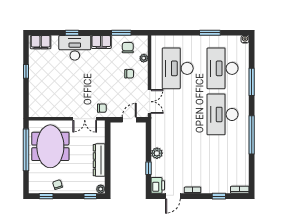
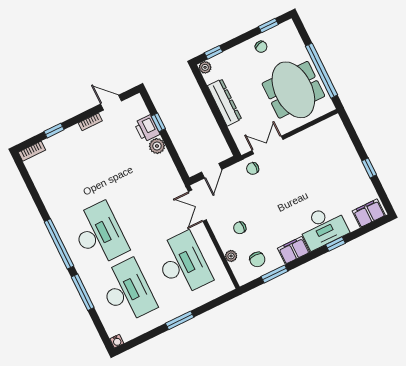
window: (210, 33) -> (180, 320), moved
window: (252, 135) -> (59, 244), moved
printer: (158, 185) -> (147, 129), moved
door: (173, 196) -> (111, 103), hinge flipped

